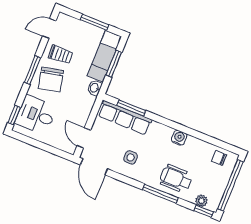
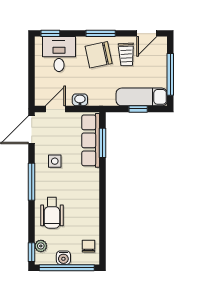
window: (95, 22) -> (170, 74), width x1.44
door: (49, 28) -> (147, 33), swing flipped
window: (114, 64) -> (138, 109), width x0.67
washbasin: (95, 88) -> (80, 100), moved
water cooler: (179, 138) -> (63, 258), moved, turned 90
wheelchair: (176, 179) -> (52, 213), turned 180
window: (160, 194) -> (32, 182), moved

